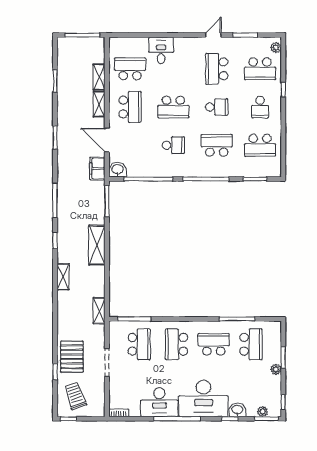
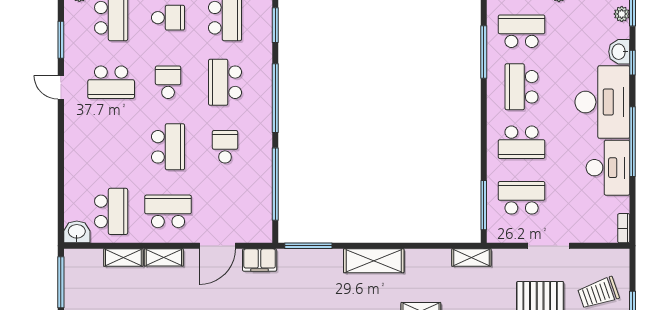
desk: (161, 50) -> (84, 165), removed
school desk: (130, 69) -> (111, 211), turned 180
washbasin: (118, 170) -> (77, 232), moved, turned 90

